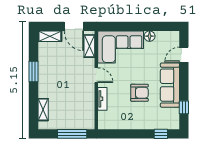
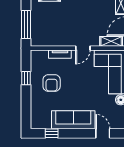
armchair: (139, 93) -> (52, 83), moved
window: (161, 134) -> (26, 78), moved

